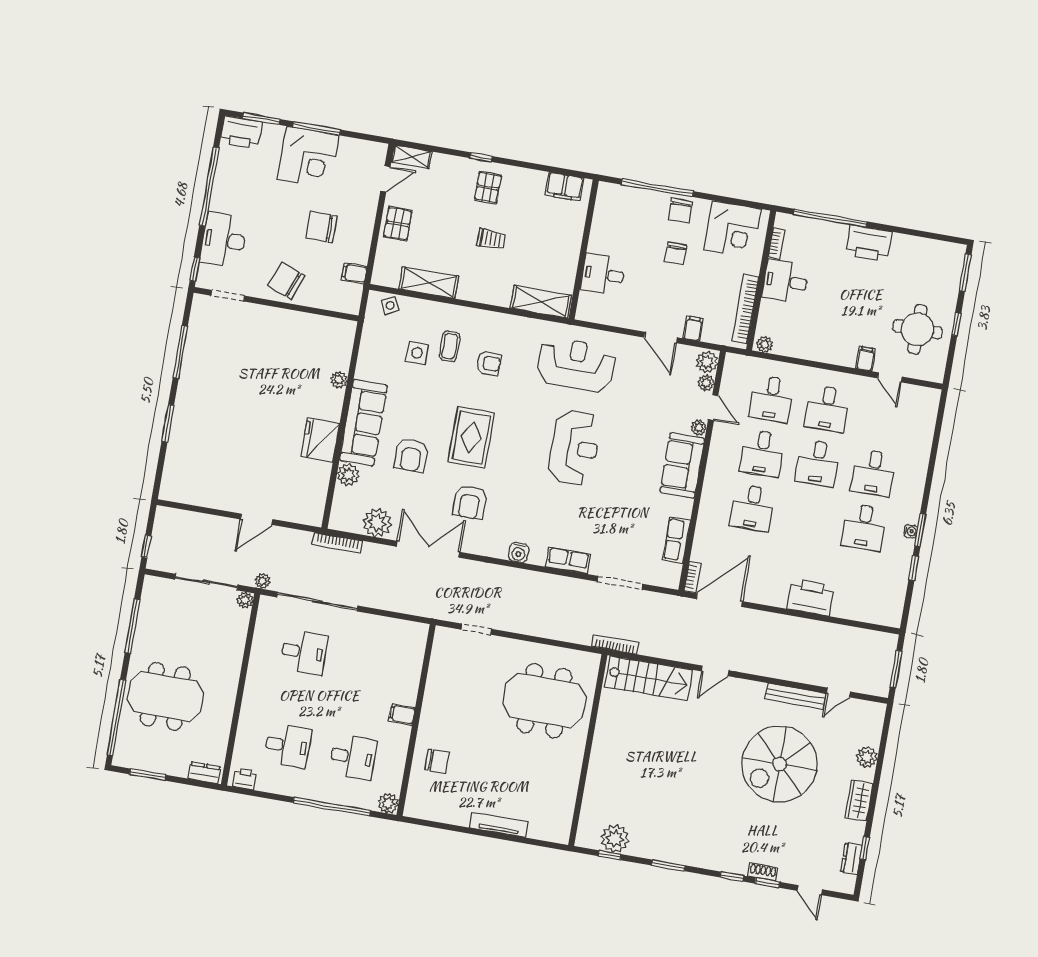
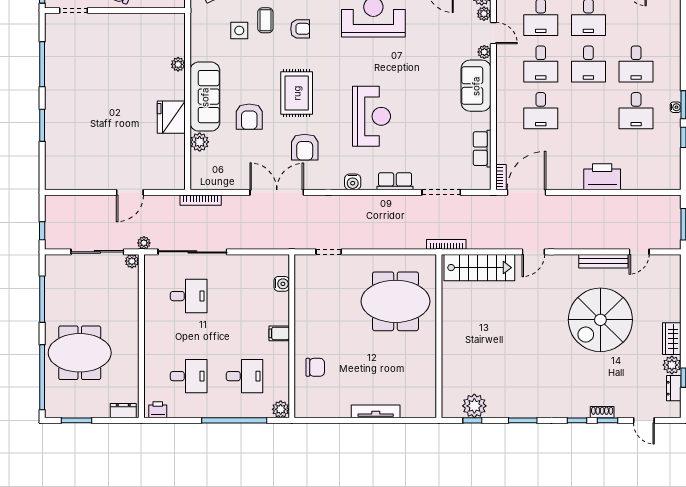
reception desk: (574, 448) -> (371, 116), moved
plant: (377, 523) -> (231, 178), removed
water cooler: (415, 657) -> (282, 284), added
plant: (867, 757) -> (672, 365), moved

